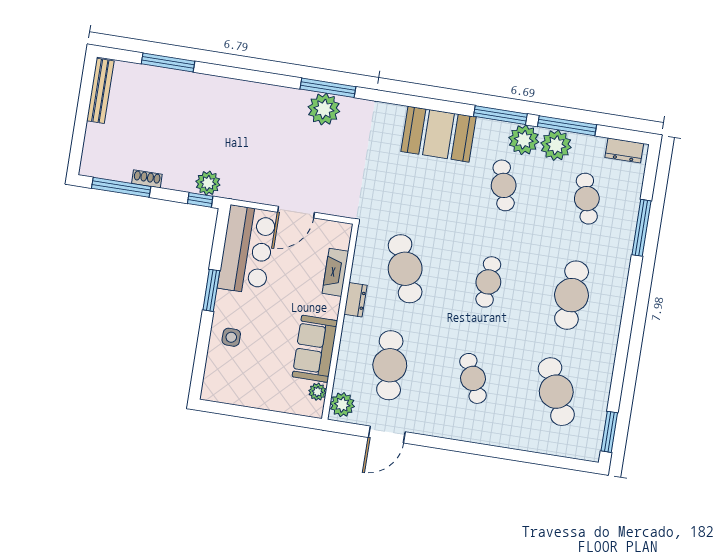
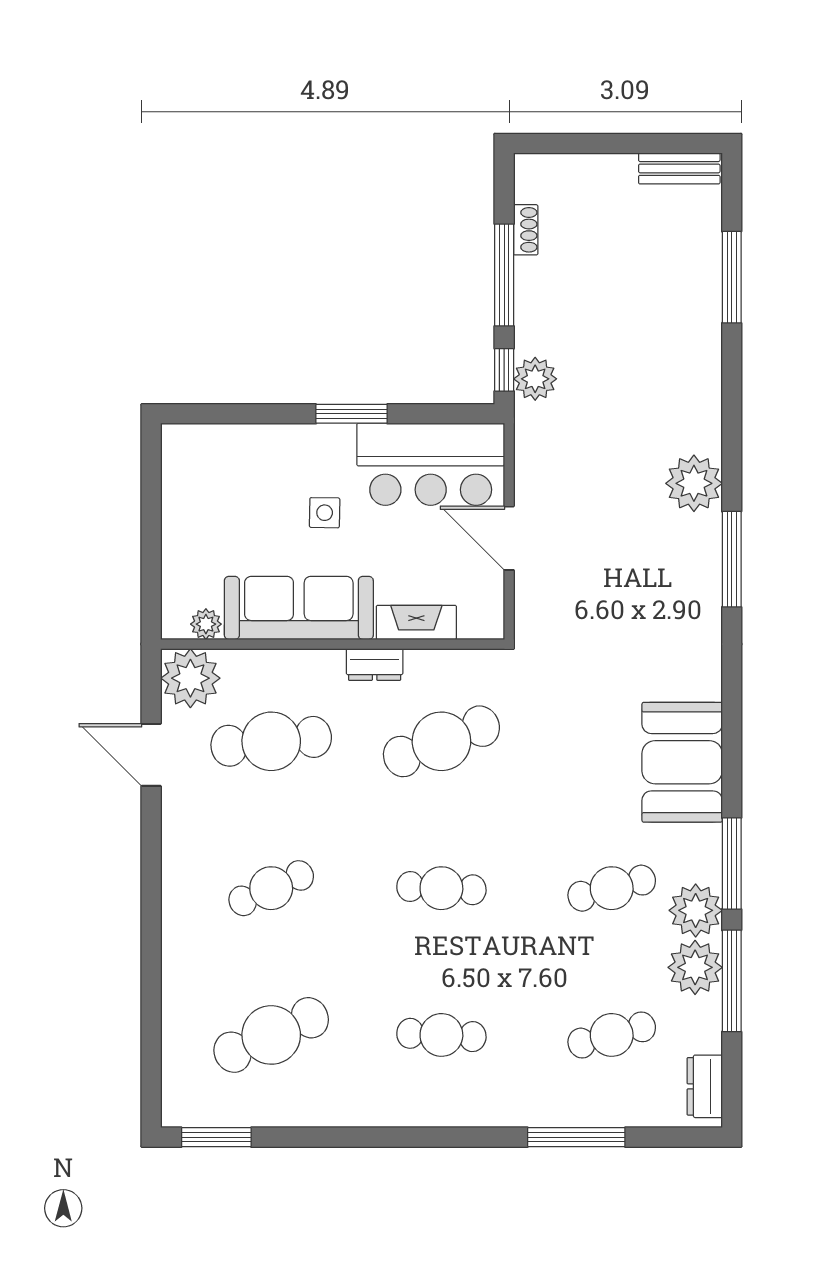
bench: (100, 91) -> (679, 168), width x0.73
plant: (324, 109) -> (694, 483), moved
shoe rack: (147, 179) -> (526, 230), moved
window: (121, 187) -> (504, 275), moved
cafe table: (572, 295) -> (441, 1035), width x0.73, depth x0.74
side table: (231, 337) -> (325, 513), moved
sofa: (315, 349) -> (299, 608), width x1.36
plant: (342, 405) -> (190, 678), width x1.36, depth x1.36

